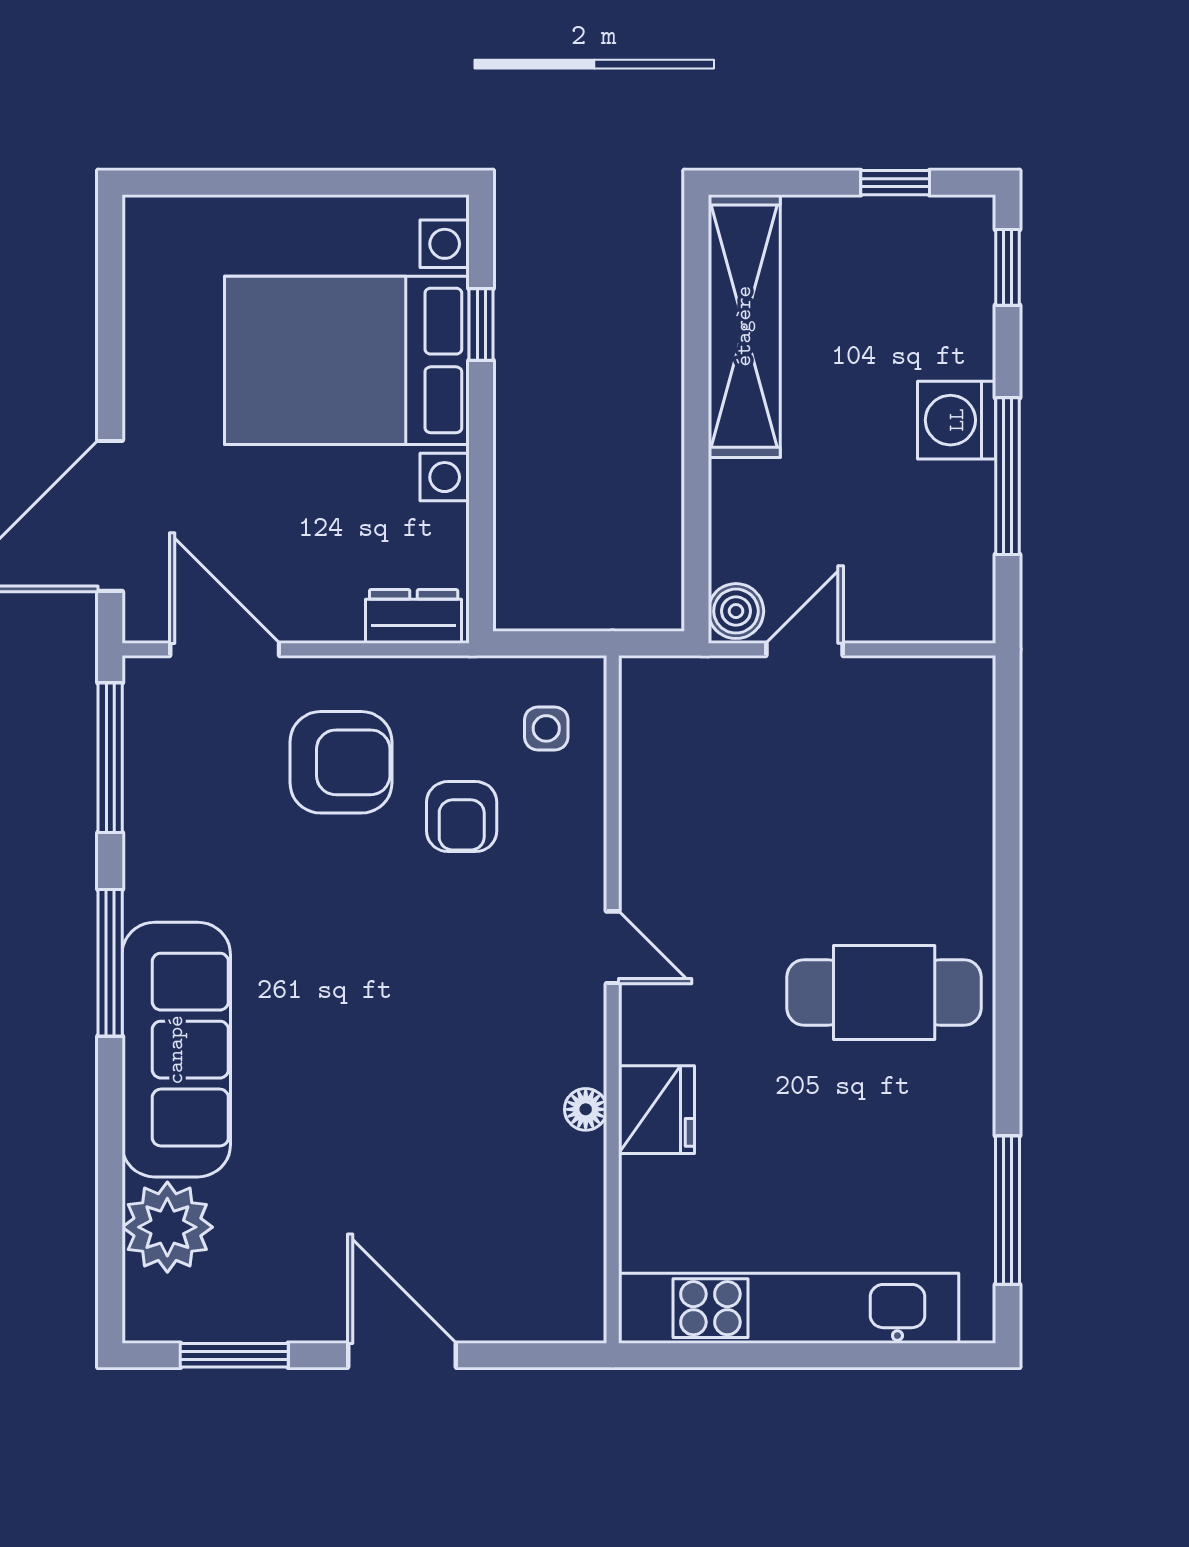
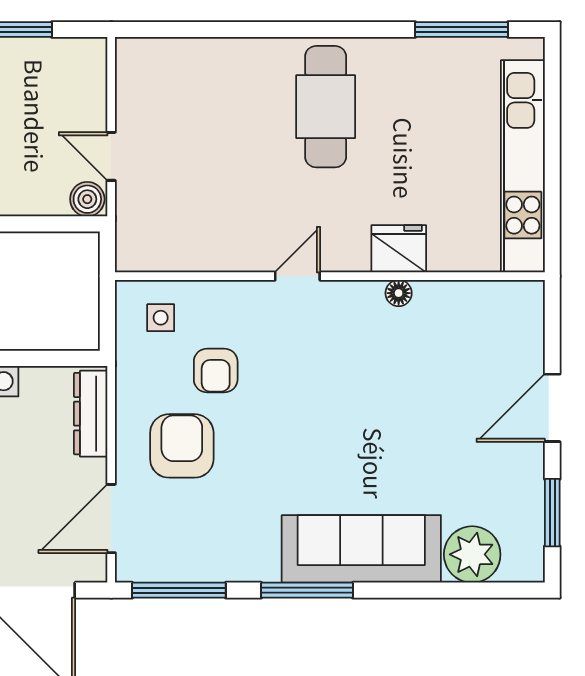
dresser: (414, 616) -> (91, 414), width x1.44
armchair: (462, 817) -> (216, 370), turned 90

